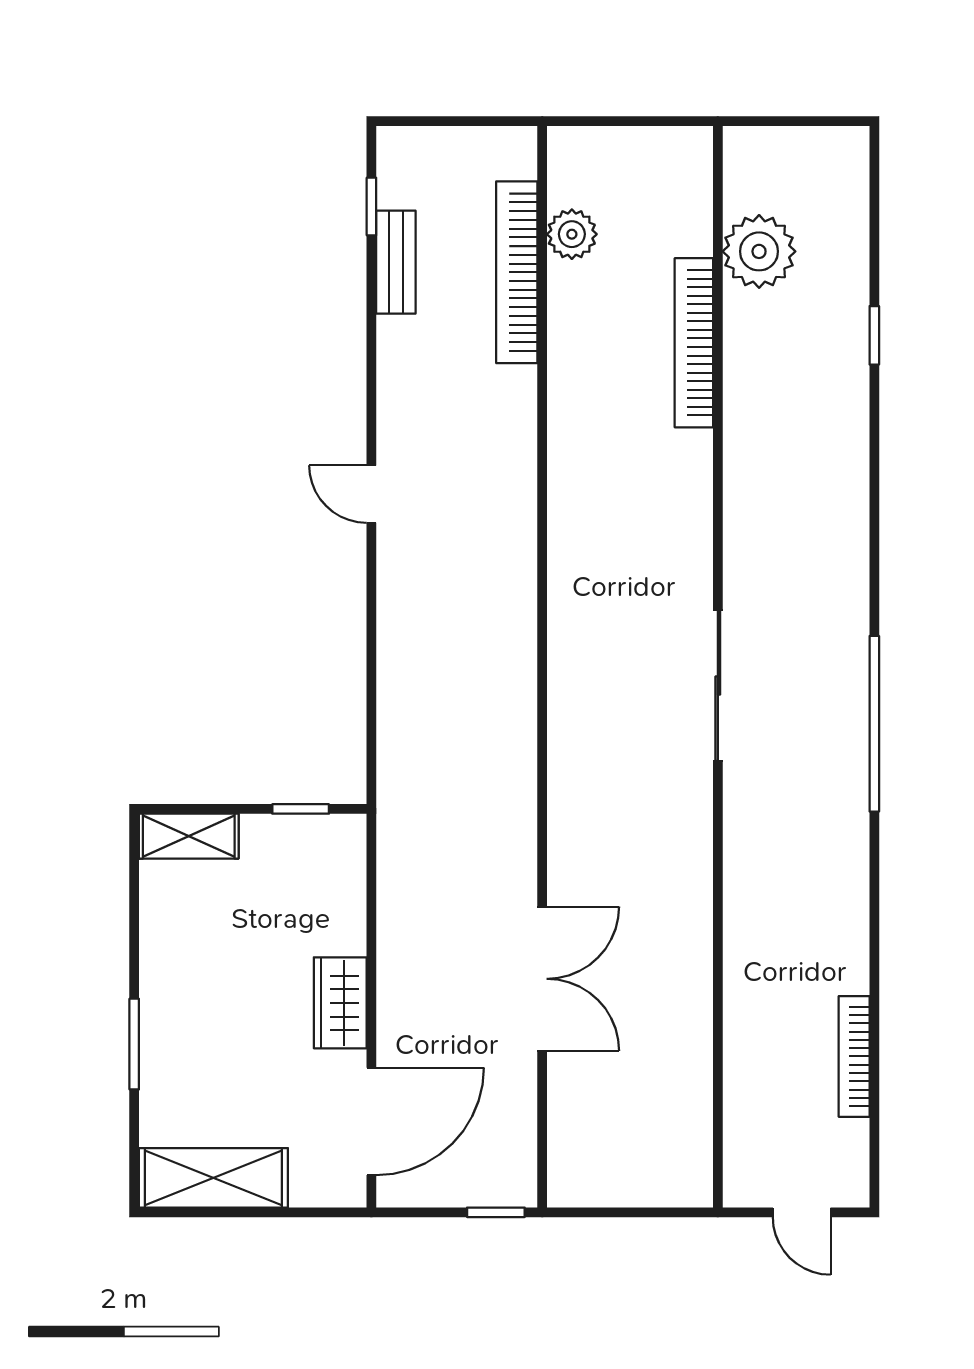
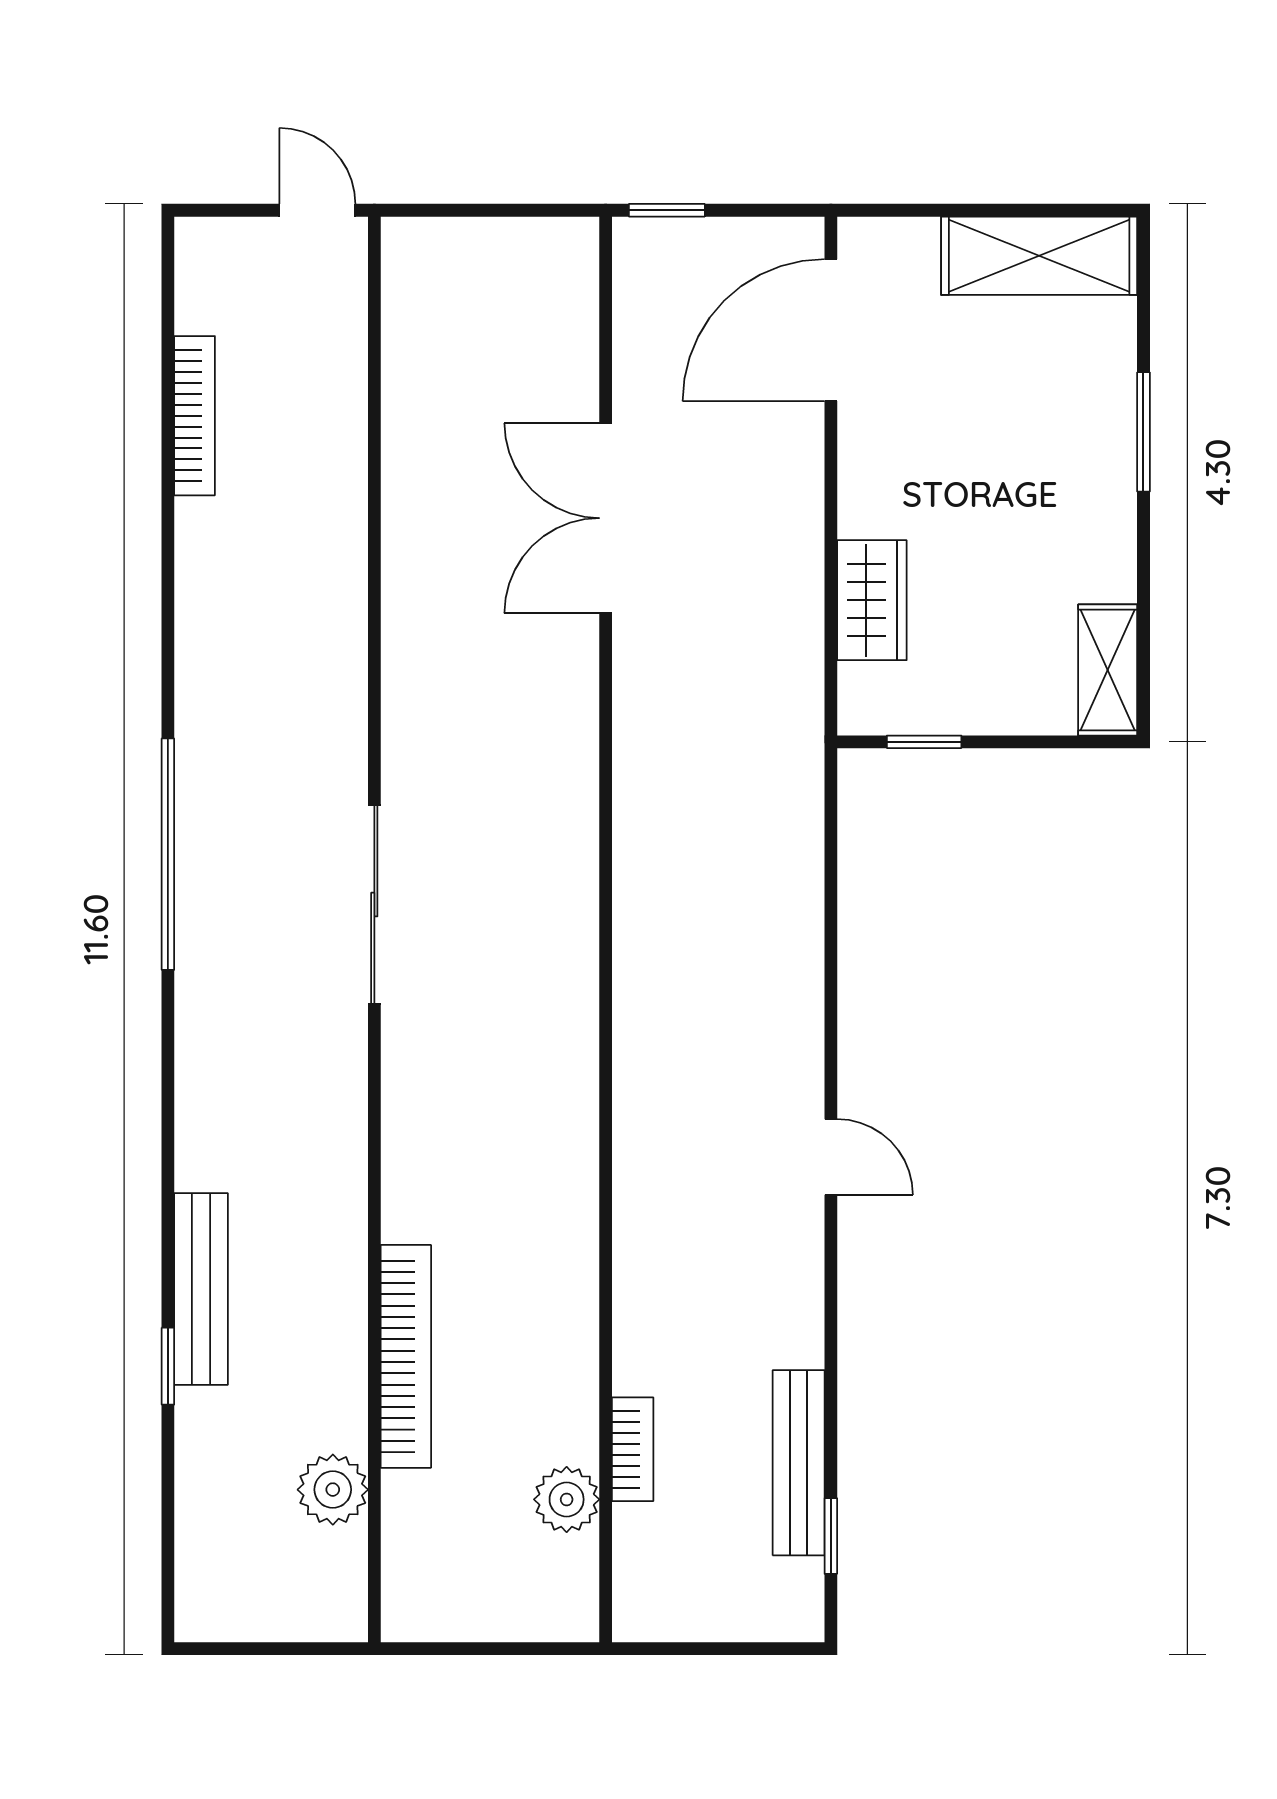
plant: (759, 251) -> (333, 1490), width x0.73, depth x0.73
bench: (396, 262) -> (799, 1463), width x1.36
bookcase: (517, 272) -> (633, 1449), width x0.43, depth x0.76
bench: (849, 394) -> (201, 1289), added
shelving: (189, 836) -> (1108, 670), moved, turned 90
wardrobe: (340, 1003) -> (872, 600), moved
door: (802, 1212) -> (317, 210), moved

